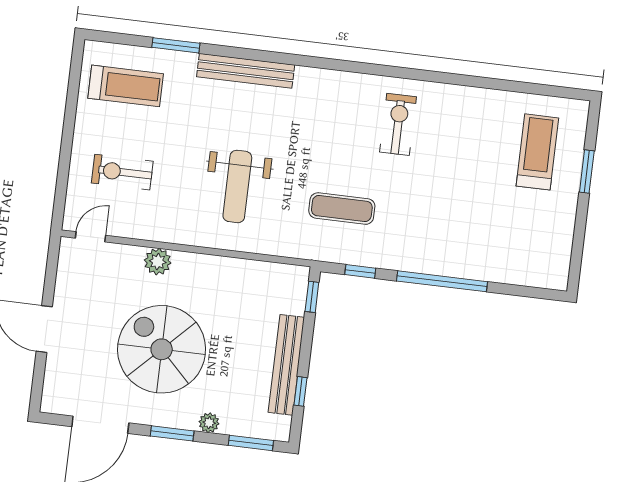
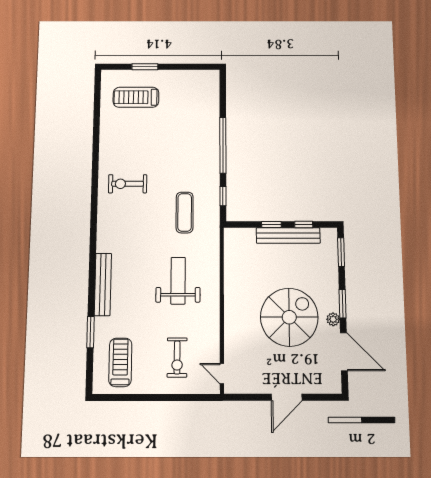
weight bench: (237, 186) -> (178, 281), turned -90
plant: (158, 262) -> (233, 327), removed
window: (312, 297) -> (271, 225), moved
spiral stairs: (162, 349) -> (289, 317), turned 180
plant: (209, 423) -> (333, 319), moved

